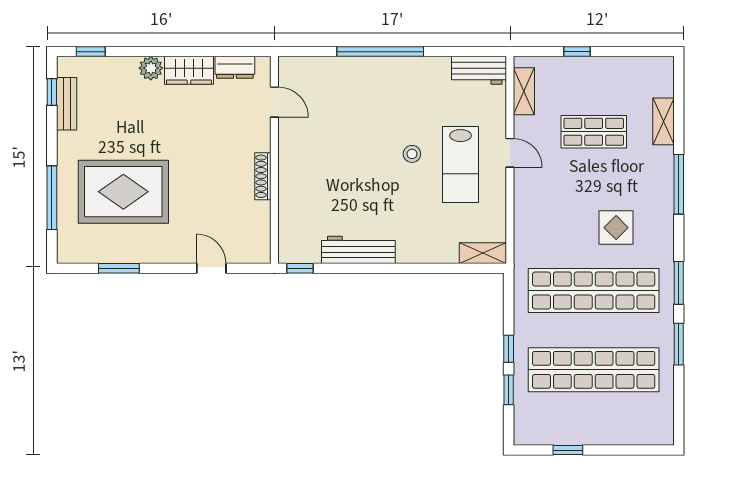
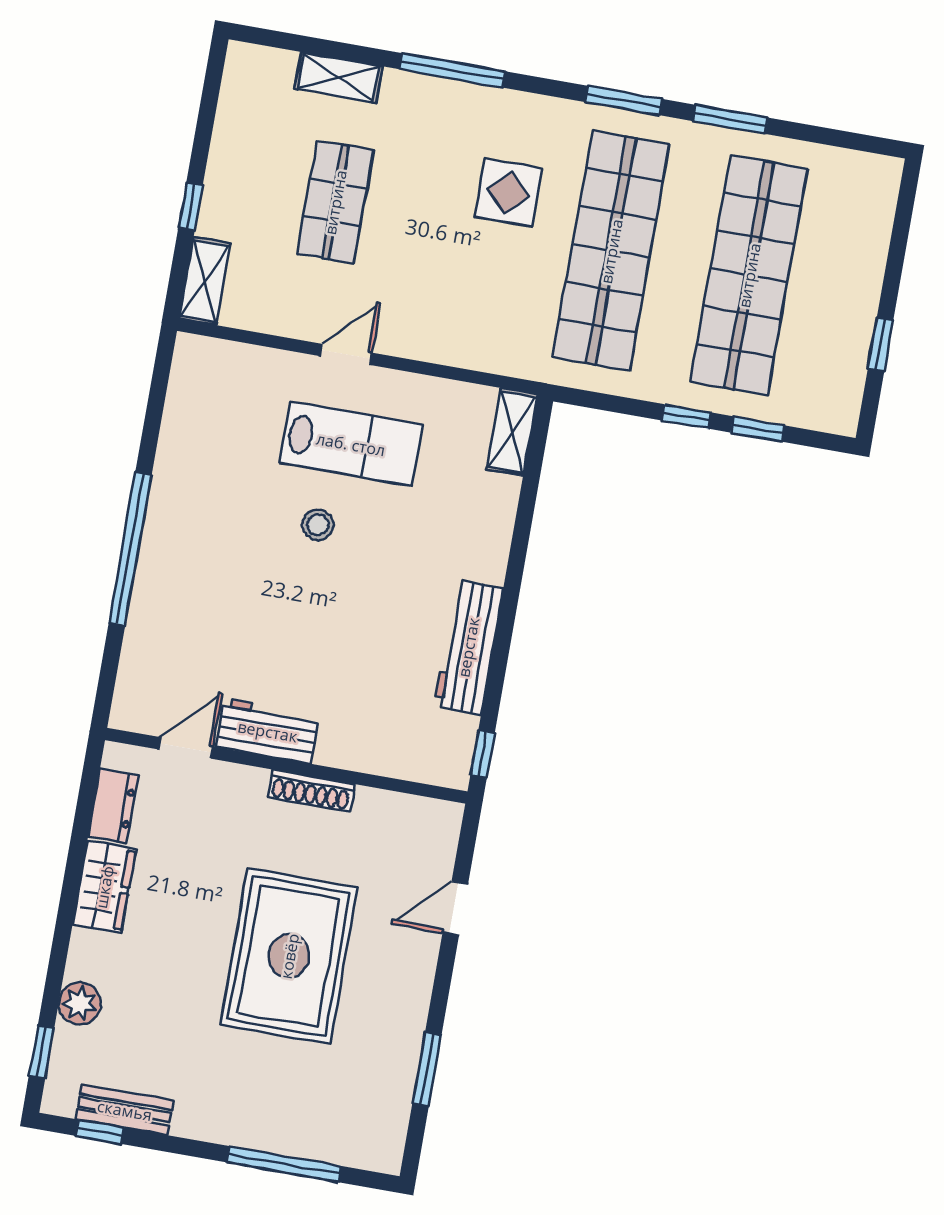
plant: (151, 68) -> (80, 1003), moved
workbench: (479, 70) -> (268, 731), moved, turned -90
shelving: (524, 91) -> (205, 281), moved, turned 90
rug: (123, 192) -> (289, 956), moved

